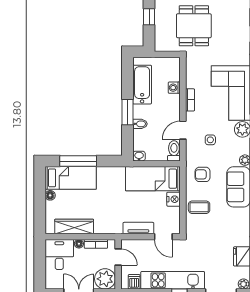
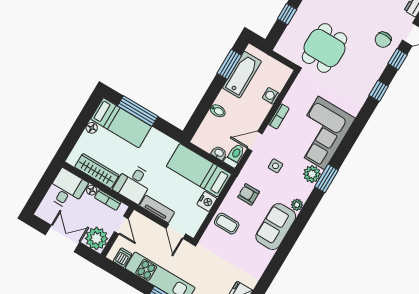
window: (127, 112) -> (229, 64), moved
washbasin: (139, 156) -> (219, 153), moved
desk: (108, 219) -> (134, 183), added

